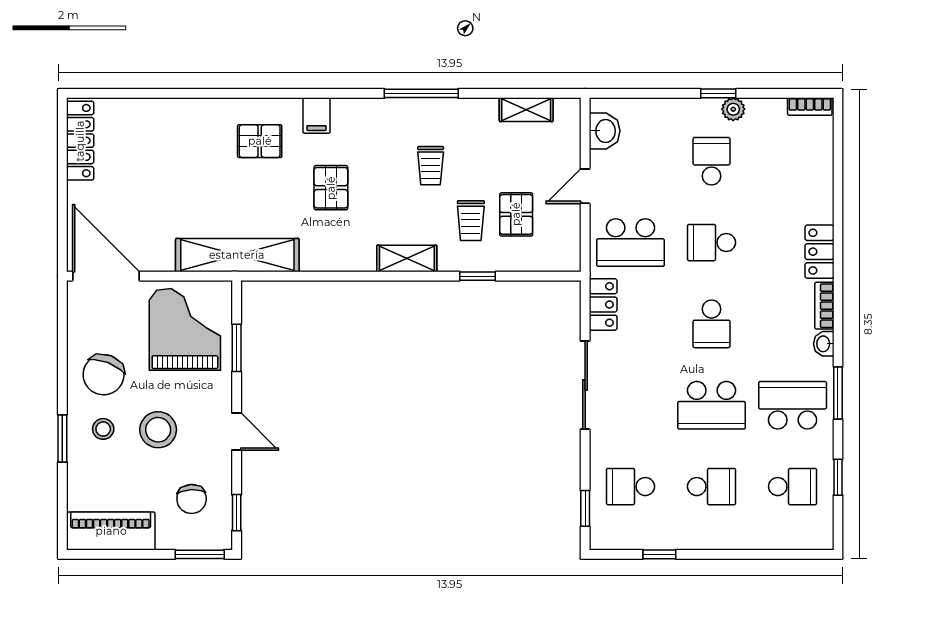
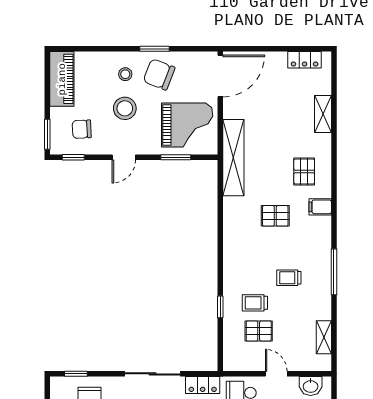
locker: (80, 141) -> (305, 60), width x0.66
shelving: (407, 258) -> (323, 114), moved
window: (62, 438) -> (155, 49), moved

